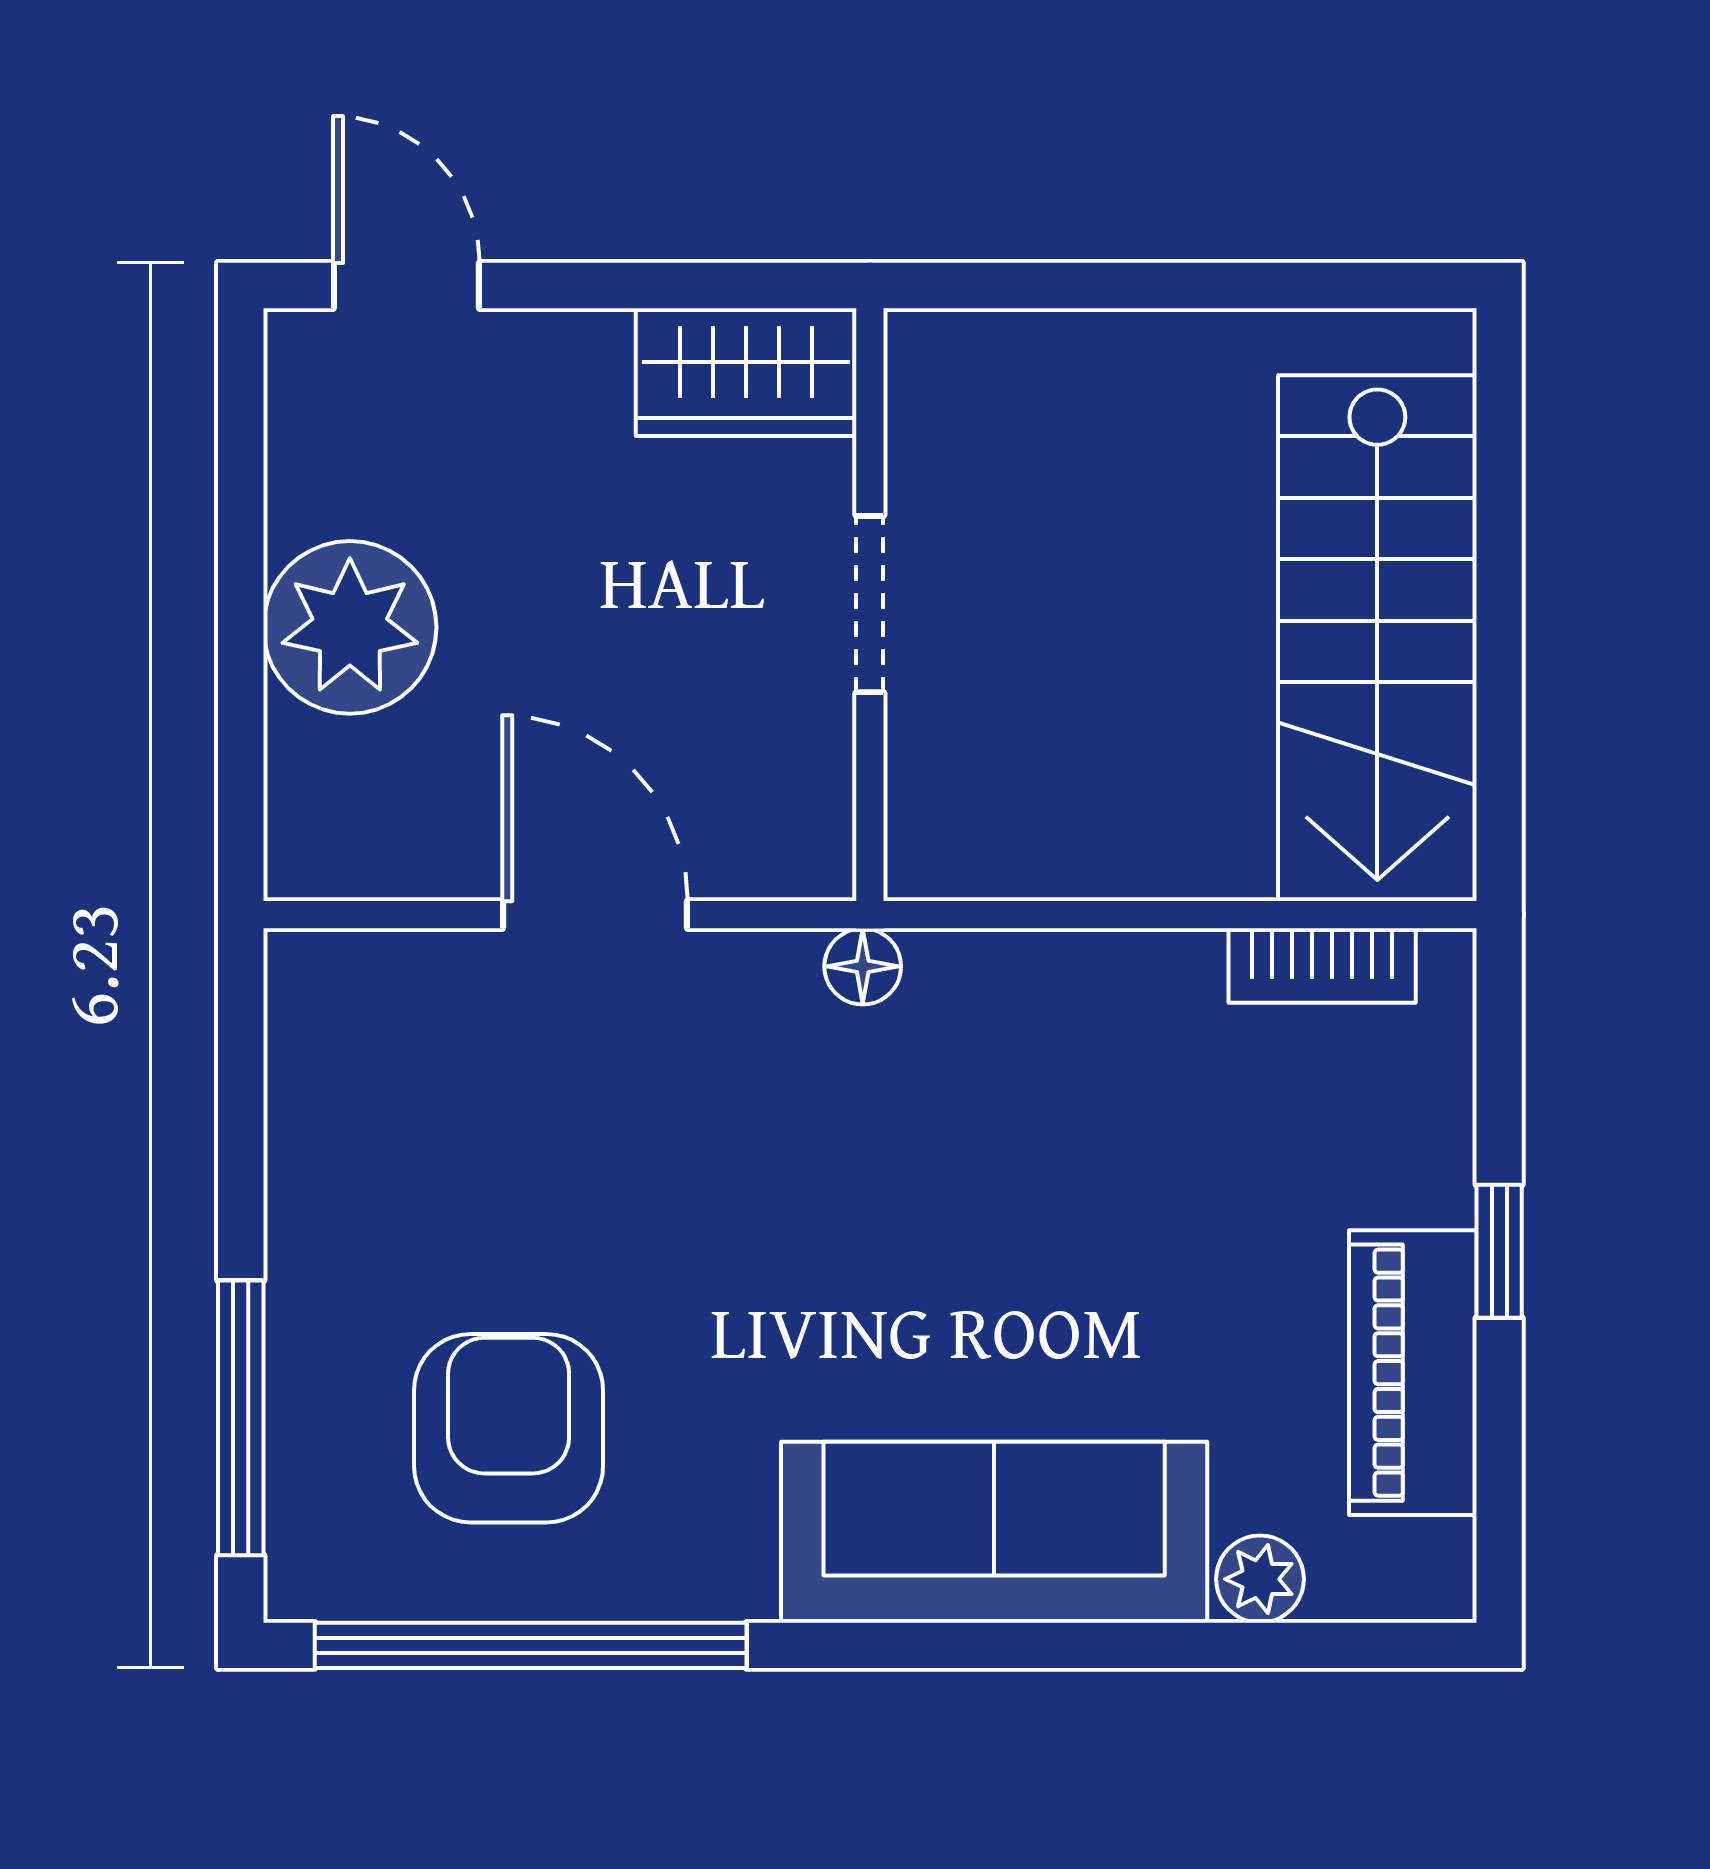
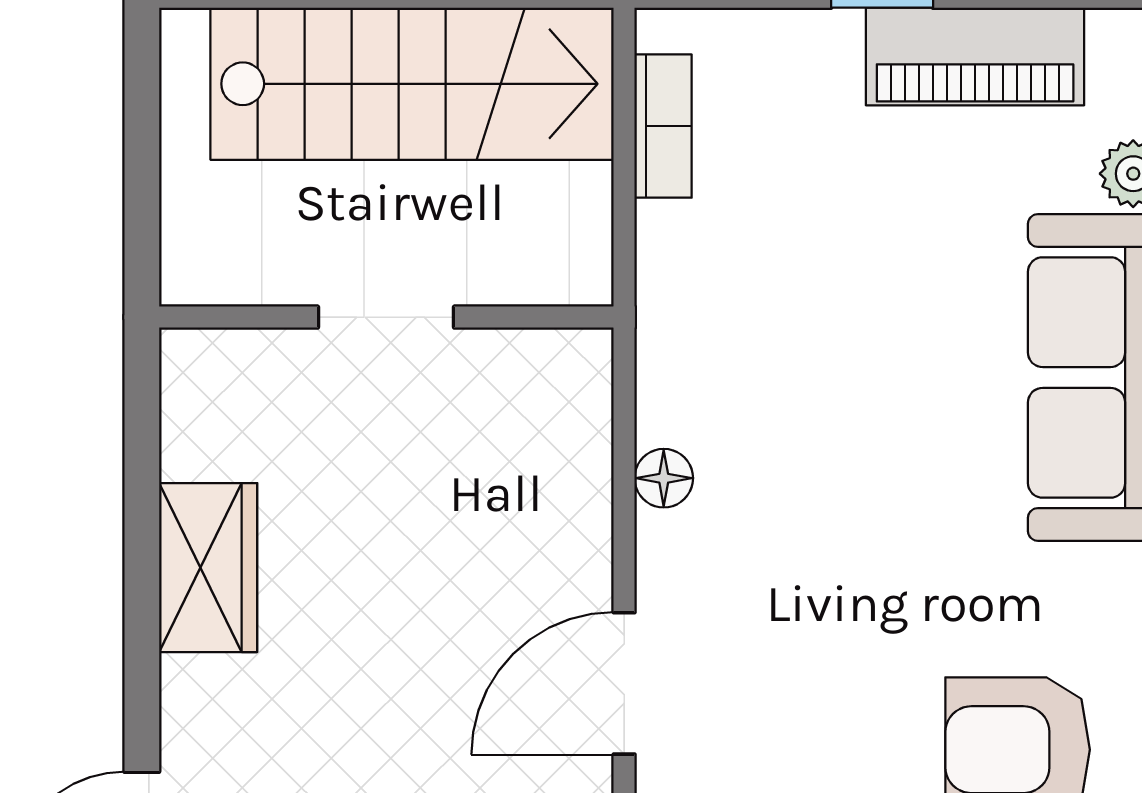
doorway: (870, 604) -> (386, 317), moved
wall: (870, 605) -> (386, 317), moved

